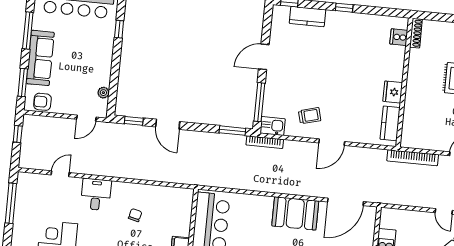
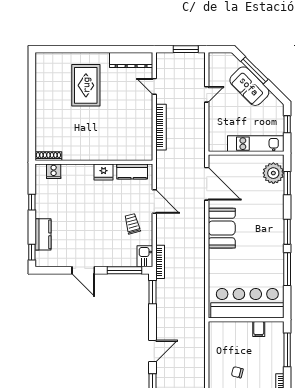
shoe rack: (416, 33) -> (48, 156), moved
cooker: (399, 37) -> (54, 171), moved
wall: (404, 82) -> (94, 162), moved
fridge: (393, 92) -> (104, 172), moved
kitchen counter: (390, 123) -> (132, 171), moved

